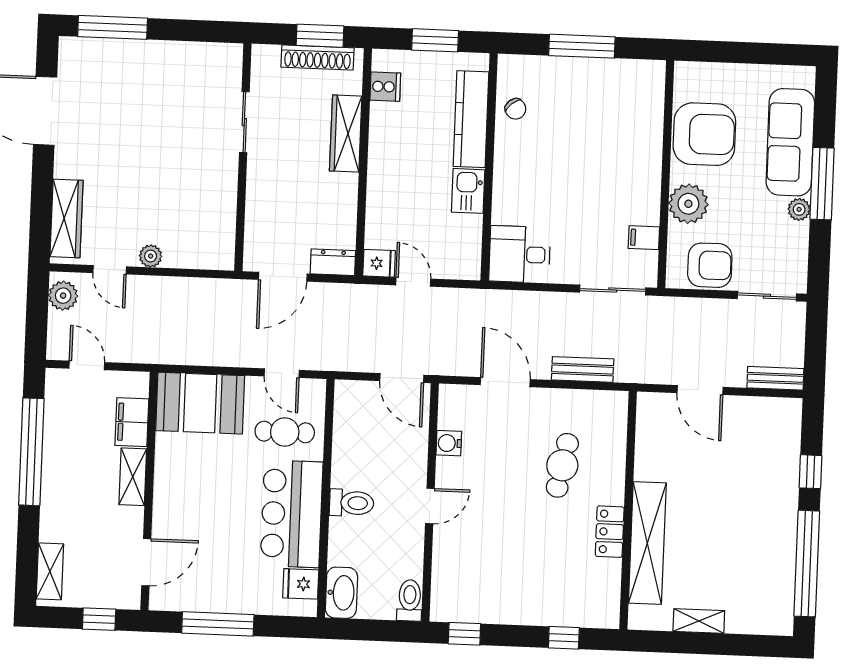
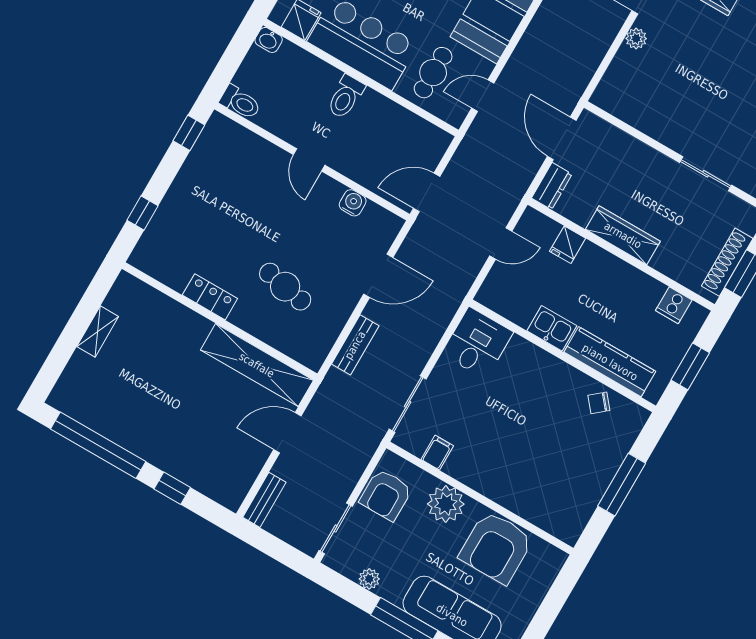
wardrobe: (346, 133) -> (623, 235), moved
plant: (799, 209) -> (369, 579), moved
fridge: (379, 263) -> (568, 245), moved
shelving: (647, 543) -> (257, 365), moved
washbasin: (341, 593) -> (269, 40), width x0.52, depth x0.69

